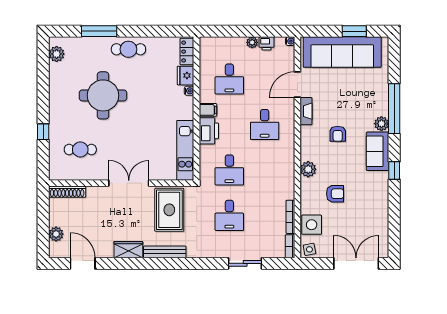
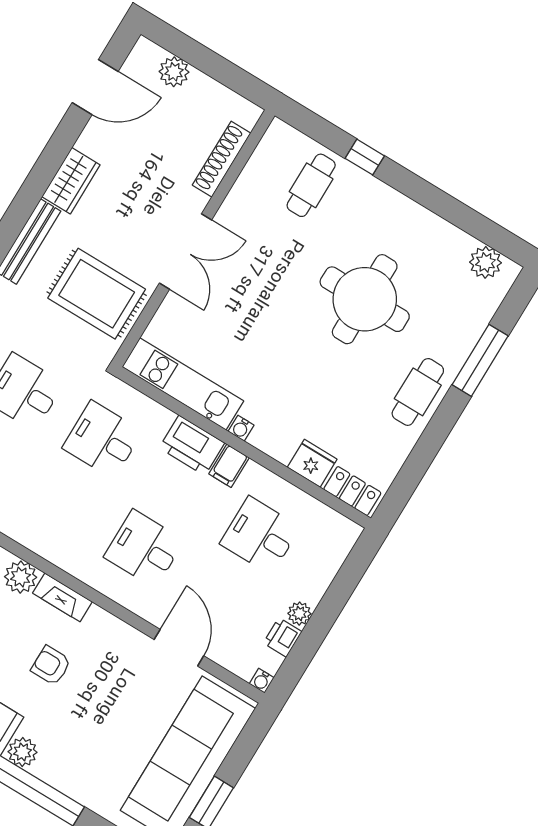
water cooler: (189, 91) -> (241, 428), moved
fireplace: (306, 111) -> (62, 597), moved
cafe table: (80, 150) -> (311, 185), moved
shoe rack: (67, 192) -> (222, 159), moved

